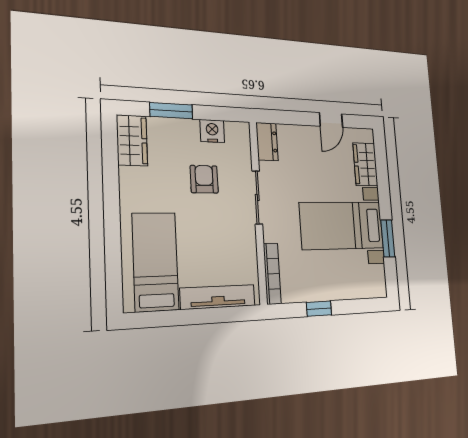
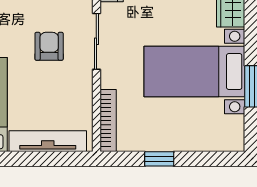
armchair: (204, 179) -> (49, 46), moved

